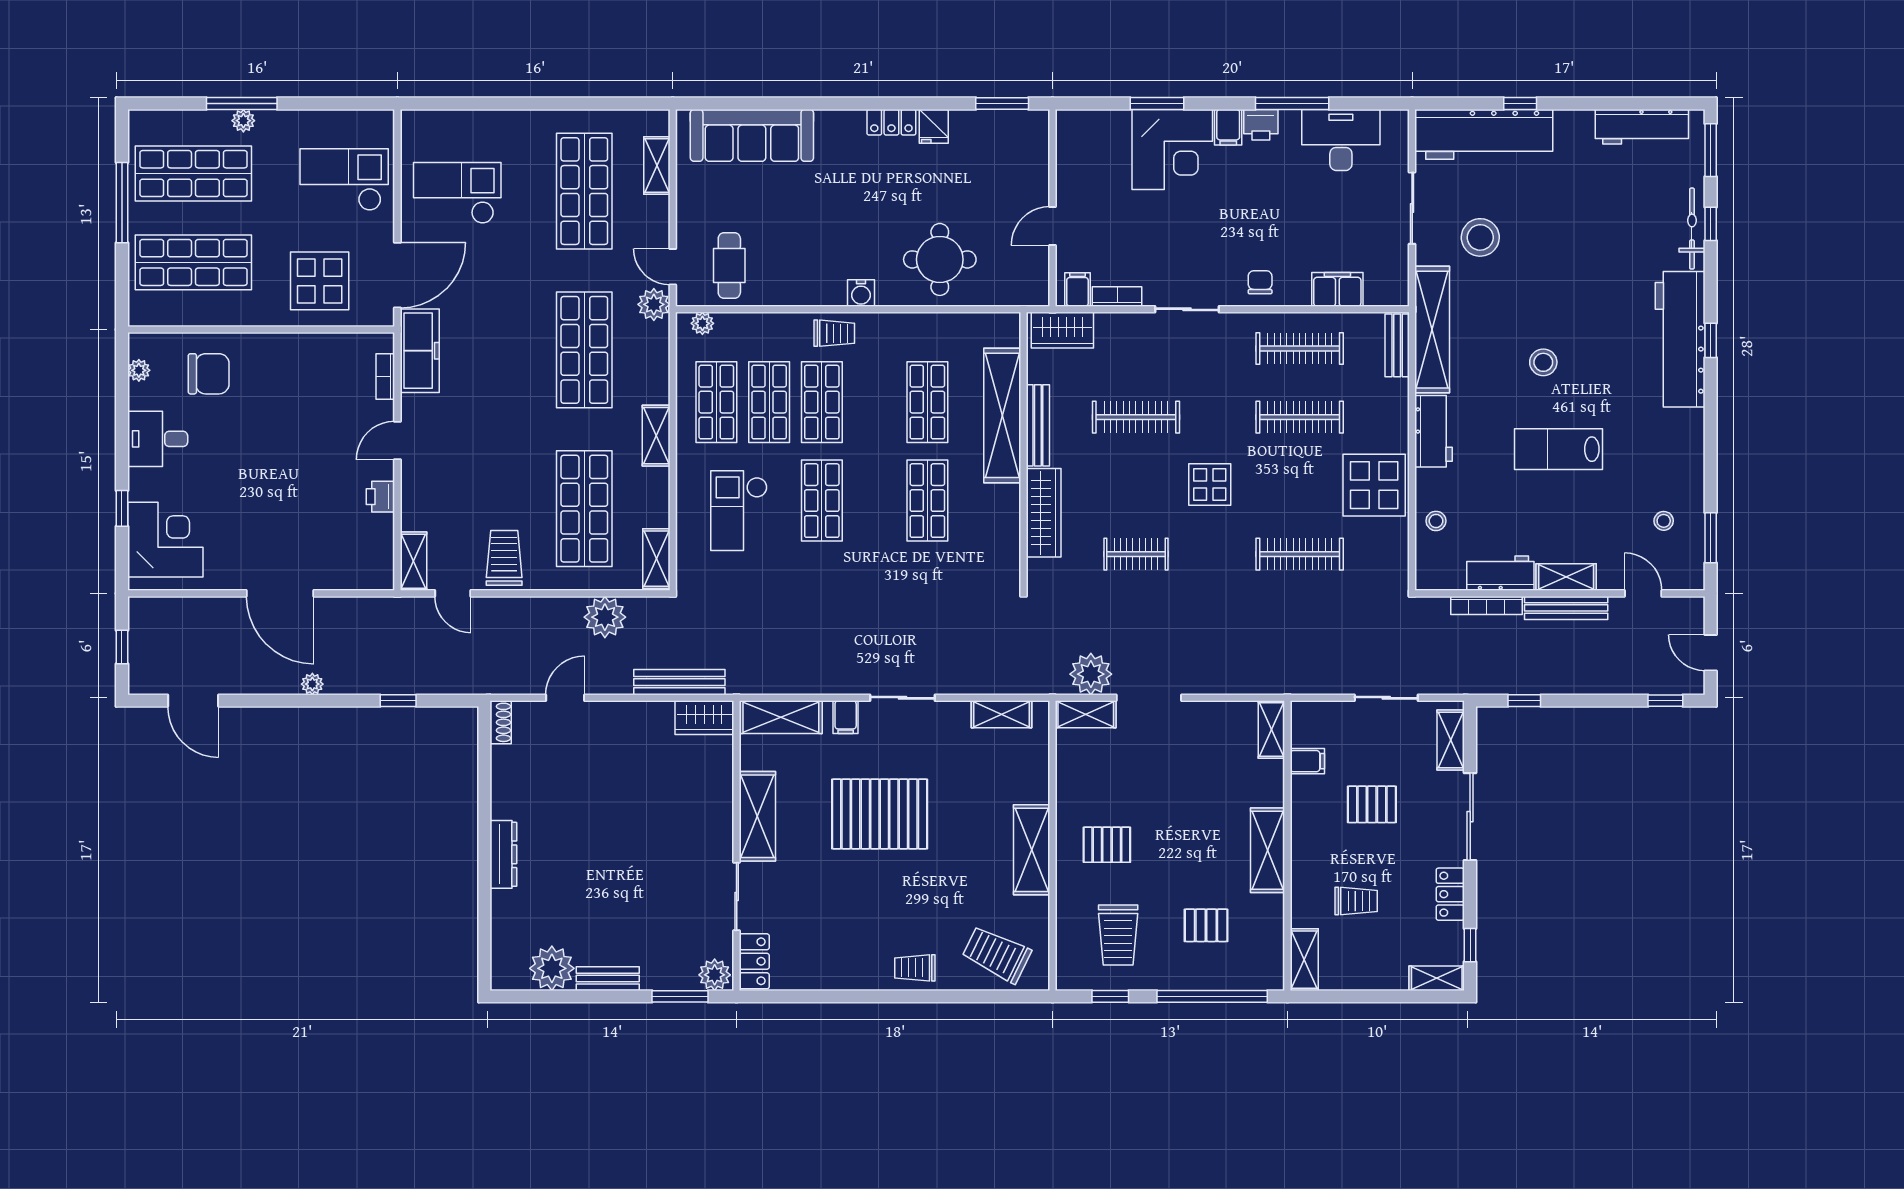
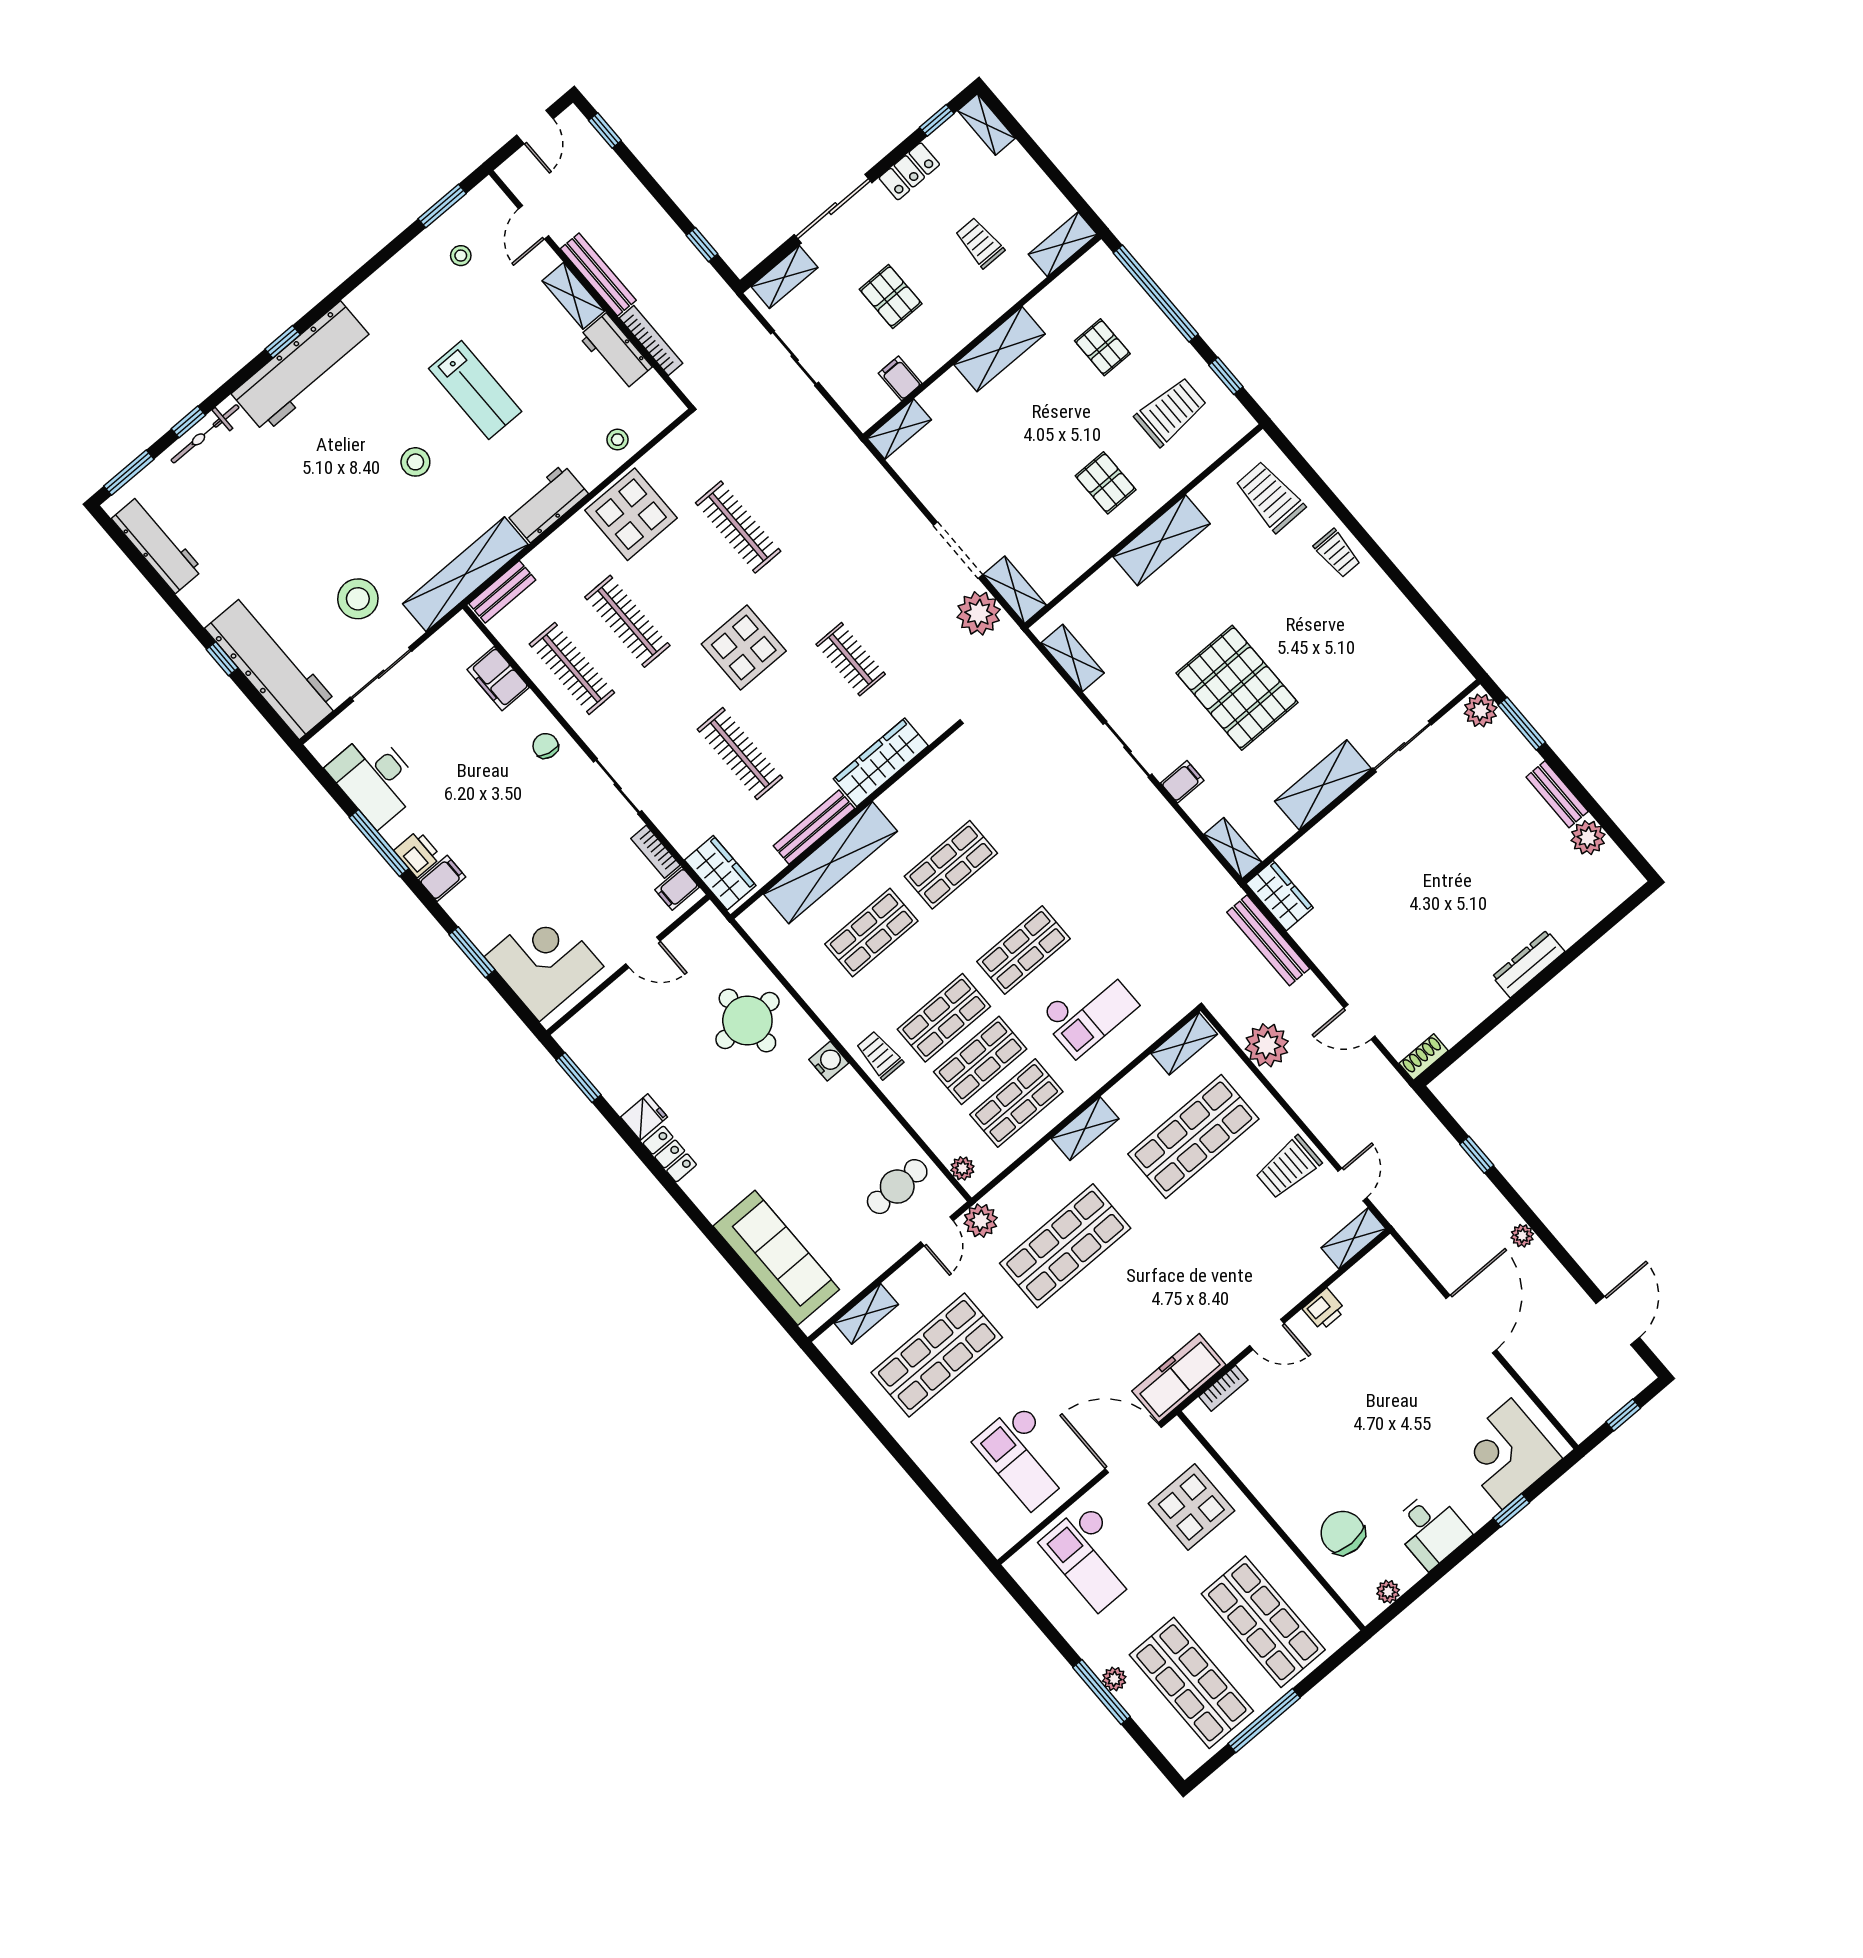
corner desk: (1172, 149) -> (544, 962), moved
chair: (1260, 282) -> (546, 746), turned 102
display table: (1210, 485) -> (744, 647), width x1.36, depth x1.36
shelving: (781, 717) -> (1233, 848), width x0.67, depth x0.75
trolley: (997, 954) -> (1270, 497), turned 153
locker: (754, 961) -> (1442, 688), removed
plant: (552, 968) -> (1588, 838), width x0.73, depth x0.73

